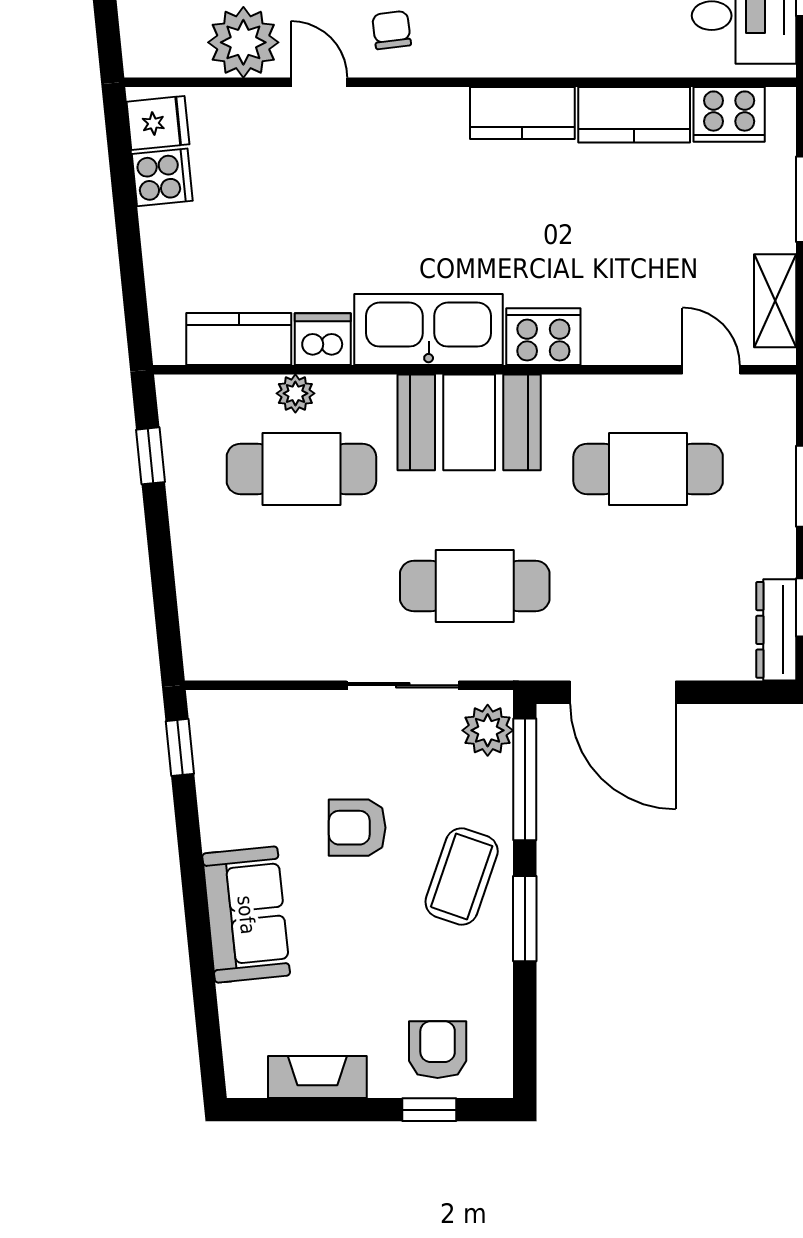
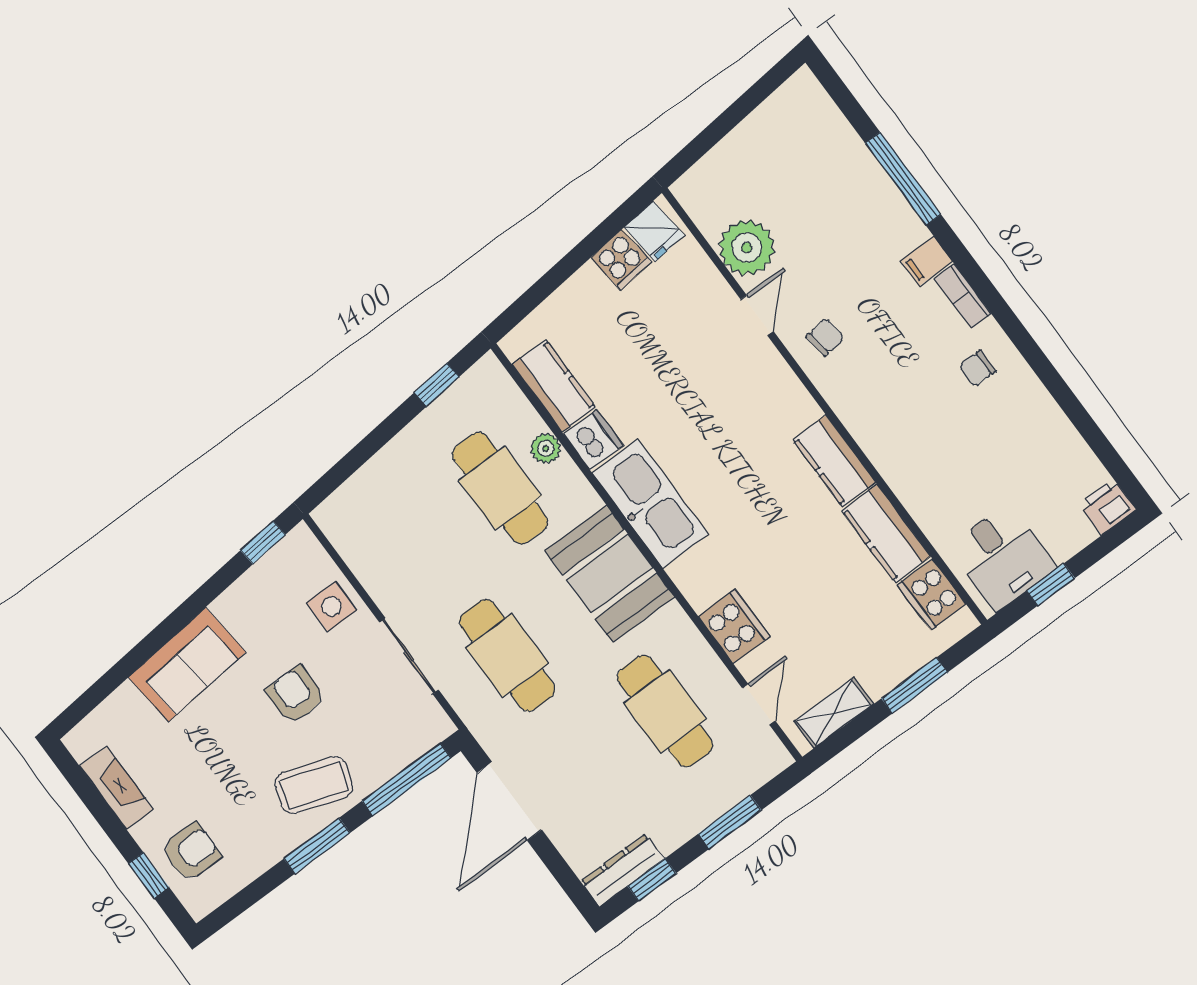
cooker: (543, 337) -> (734, 626), moved
side table: (295, 726) -> (332, 606), added
plant: (488, 730) -> (421, 732), removed

